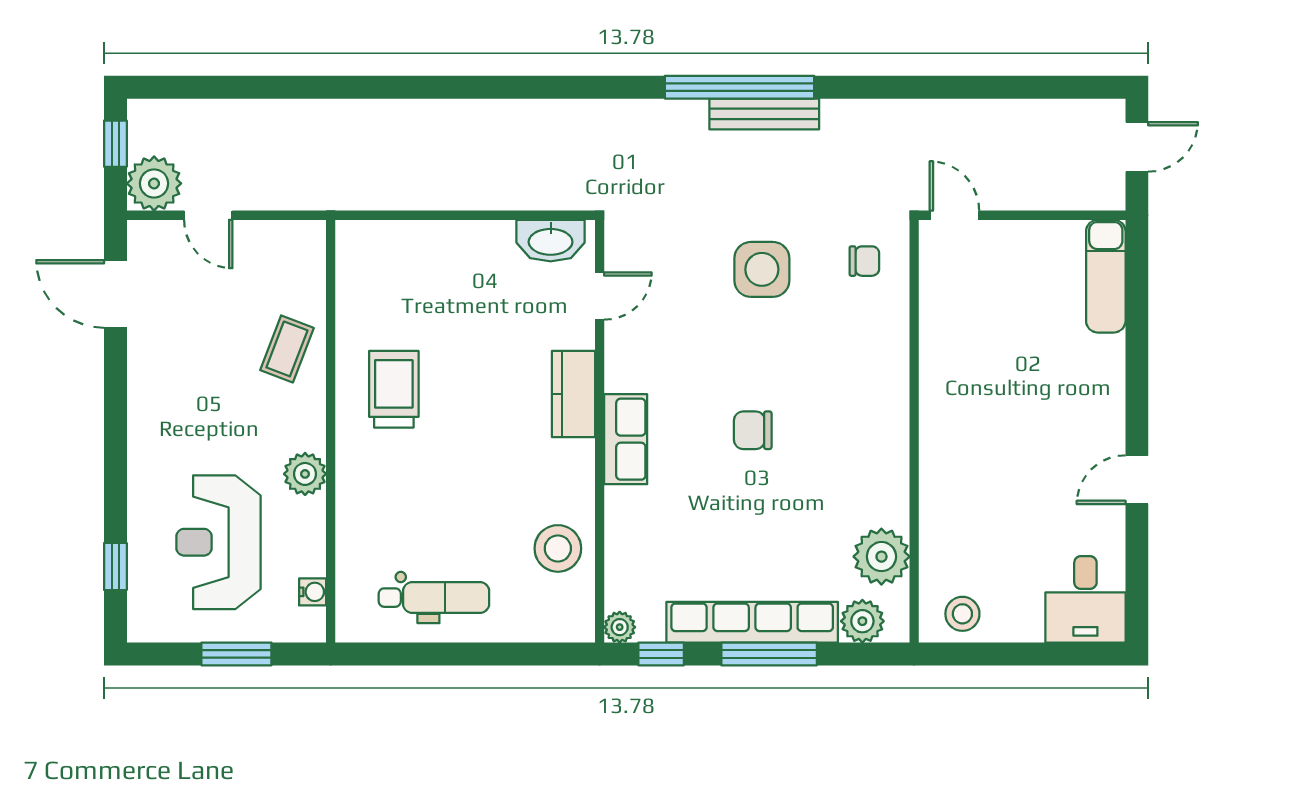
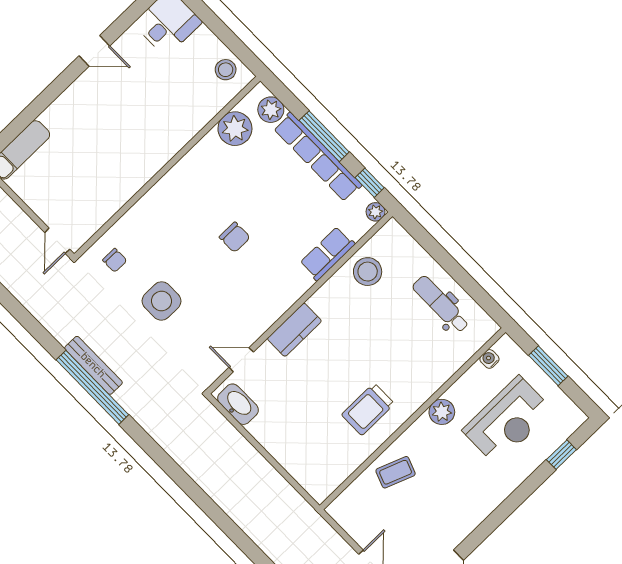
chair: (864, 261) -> (115, 260), turned 180
row of seats: (626, 439) -> (327, 254), moved

